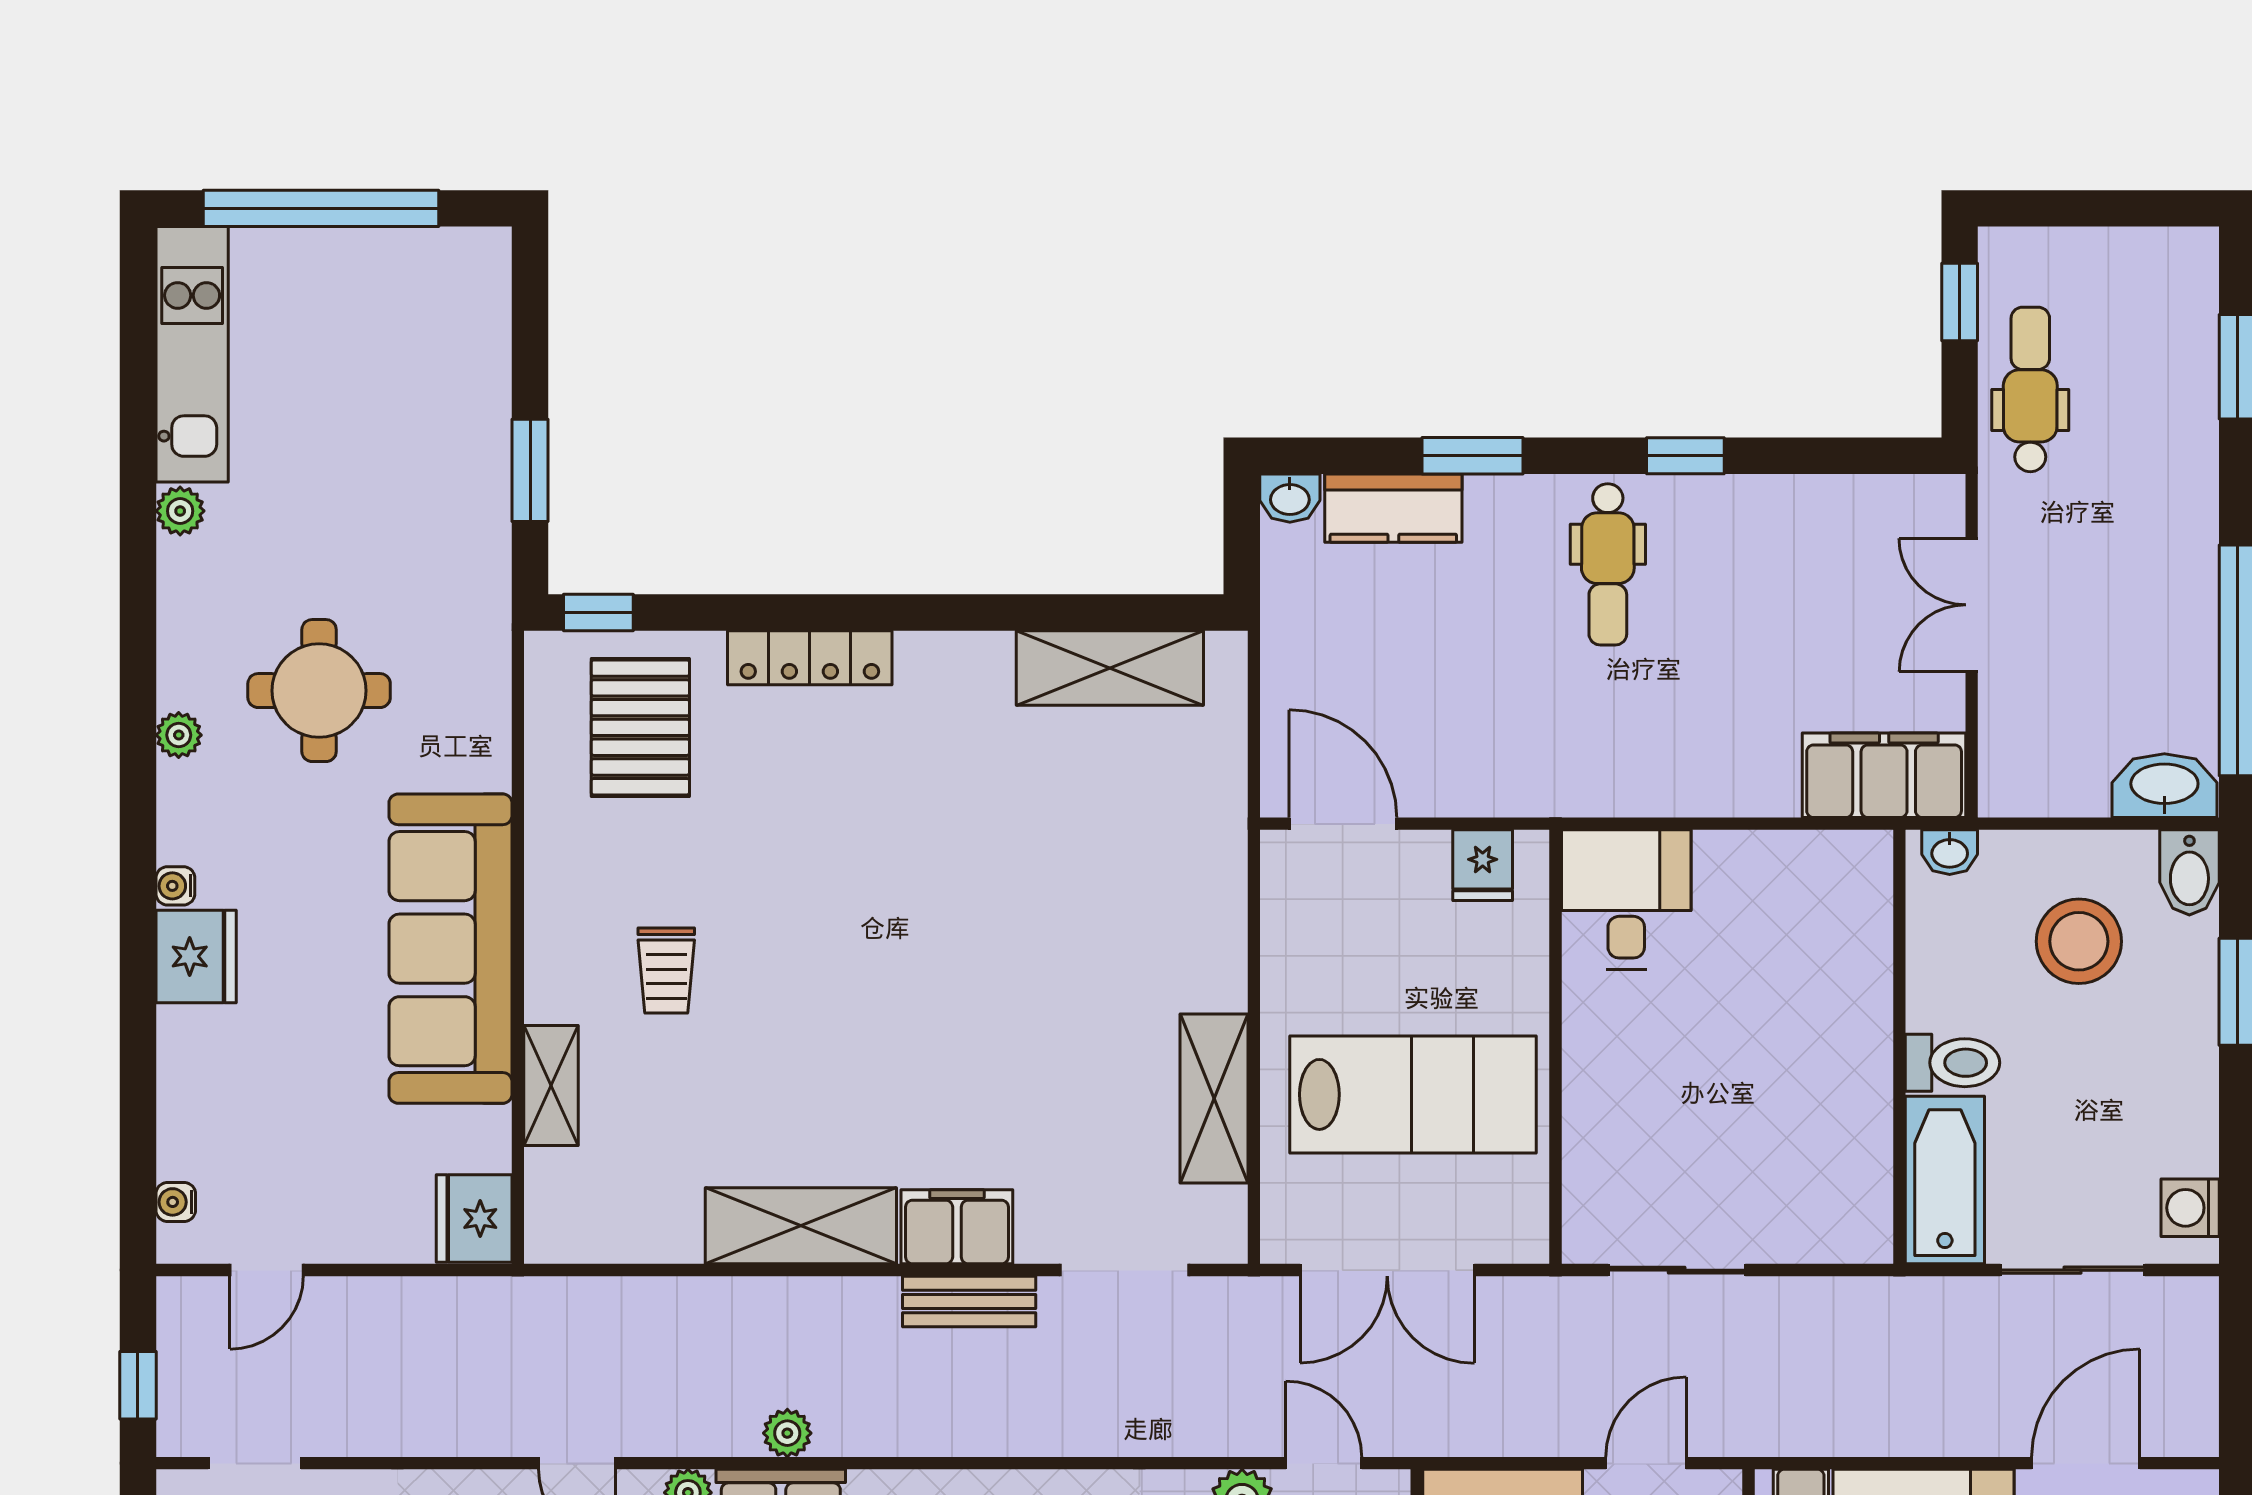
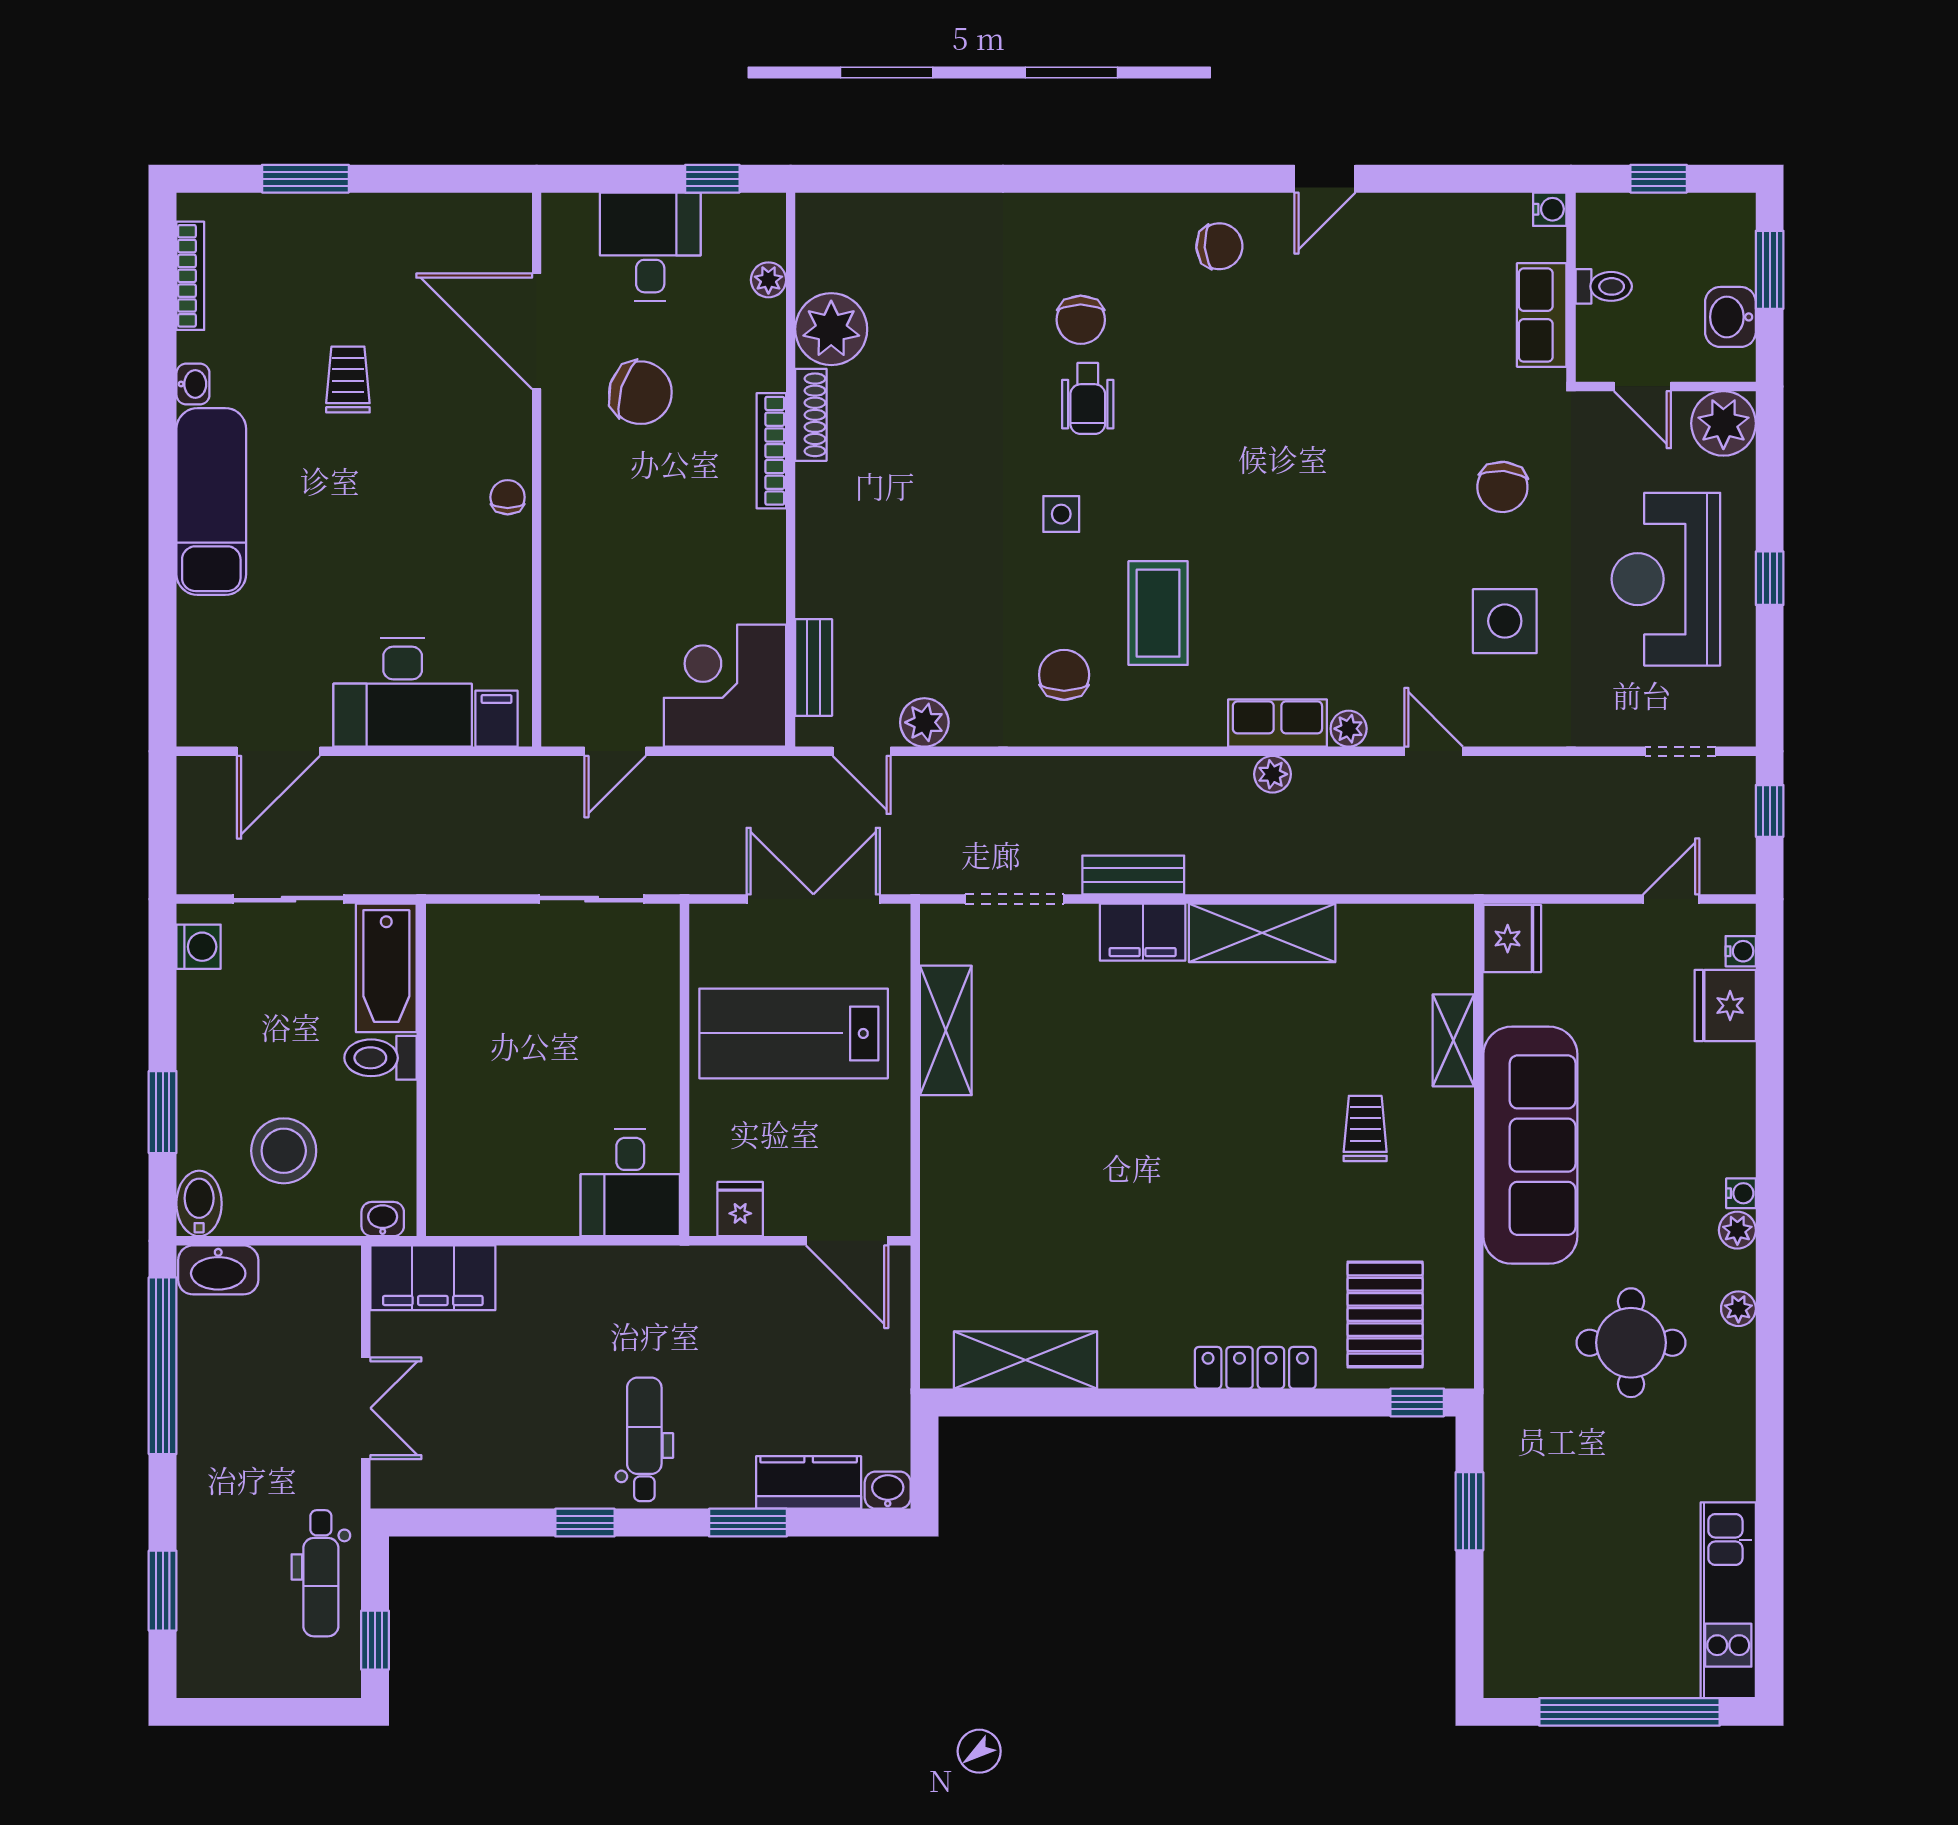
plant: (180, 511) -> (1737, 1230), moved
fridge: (196, 956) -> (1725, 1006), moved

